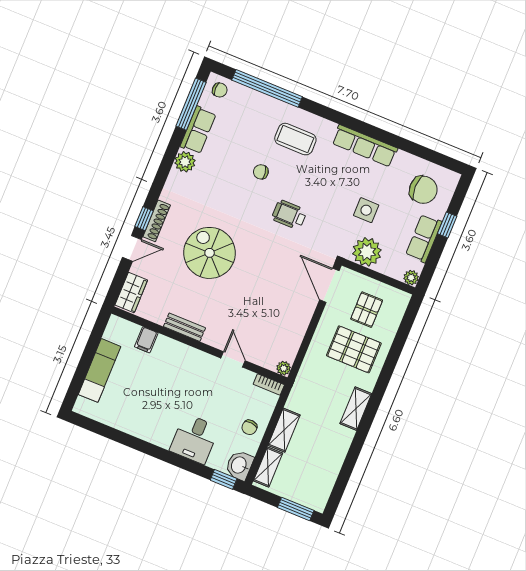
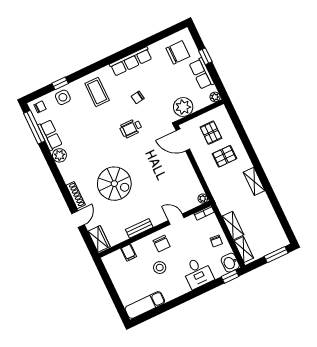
window: (267, 88) -> (60, 83), width x0.32
coffee table: (295, 139) -> (97, 92), turned 90
chair: (261, 172) -> (138, 97), moved
side table: (366, 210) -> (63, 97), moved
window: (144, 219) -> (69, 200), removed
spiral stairs: (210, 253) -> (114, 184), turned 180
pallet: (354, 349) -> (225, 156), width x0.67, depth x0.71
chair: (190, 368) -> (162, 244), added
exam couch: (100, 370) -> (145, 305), moved, turned -90
stool: (161, 391) -> (160, 268), added

